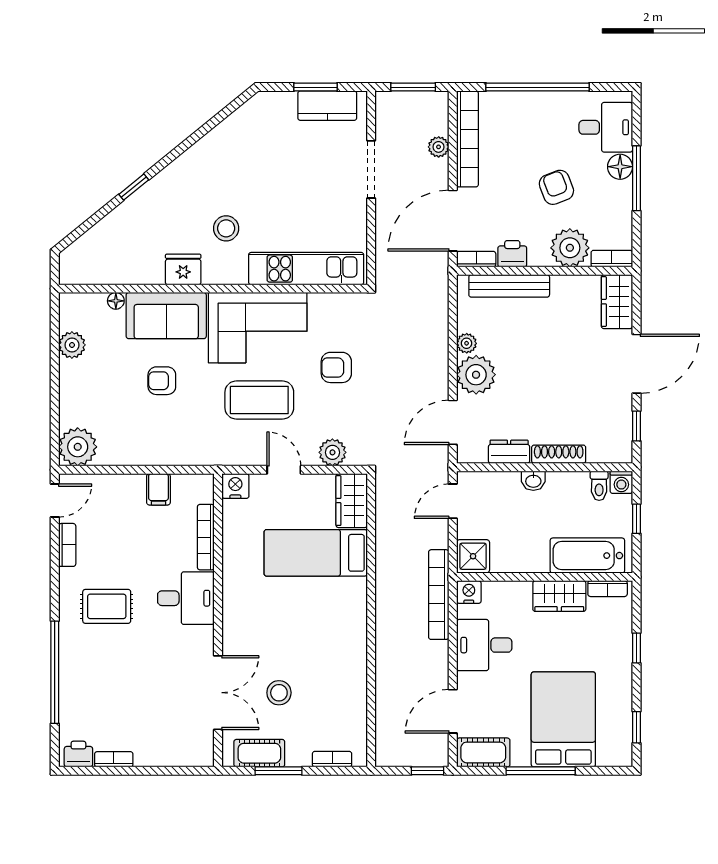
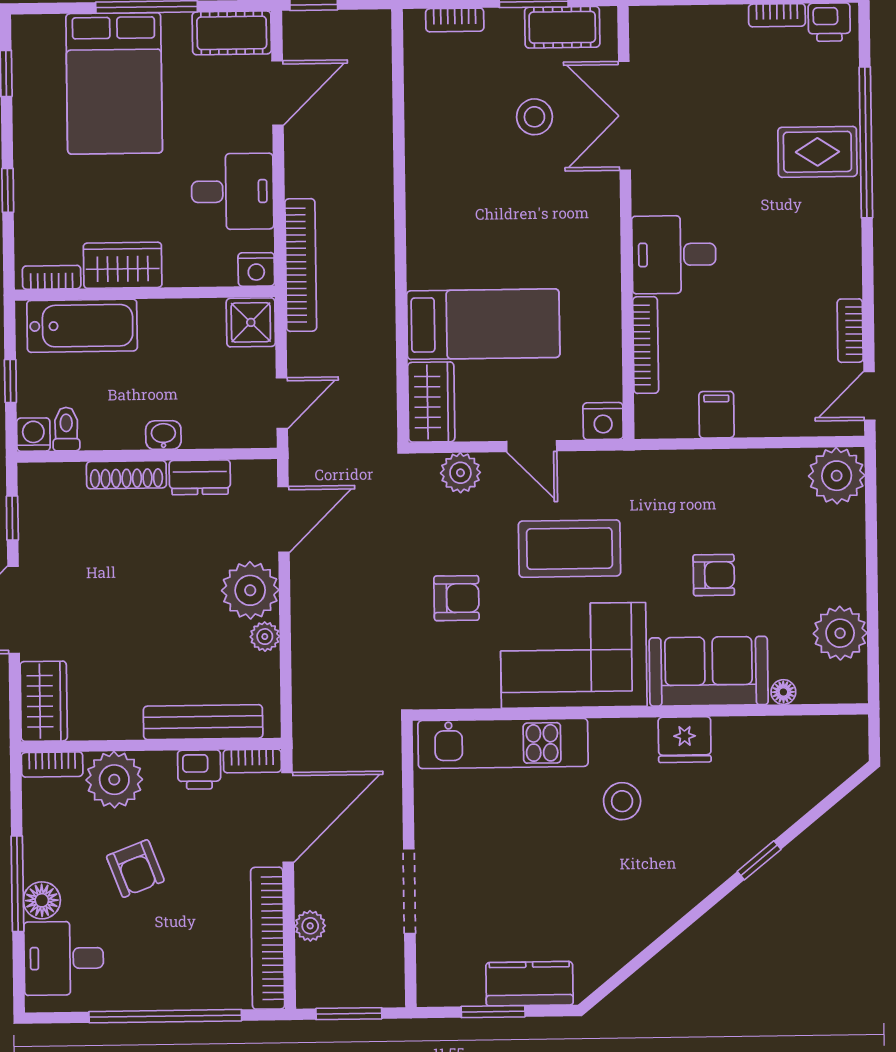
kitchen counter: (327, 106) -> (529, 984), moved
plant: (72, 345) -> (840, 633), width x1.36, depth x1.36
rug: (107, 606) -> (817, 152), moved

